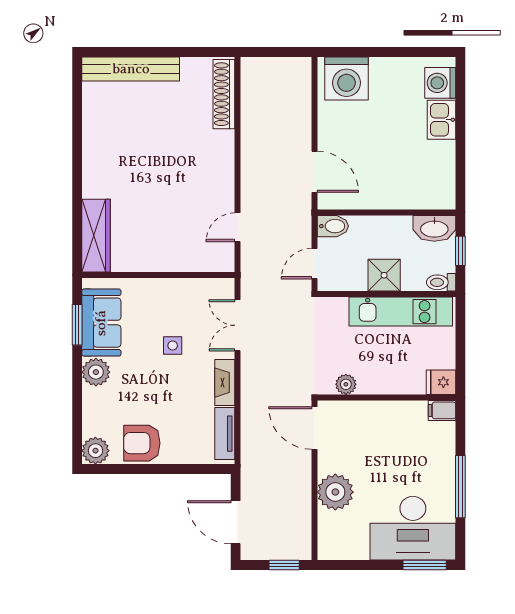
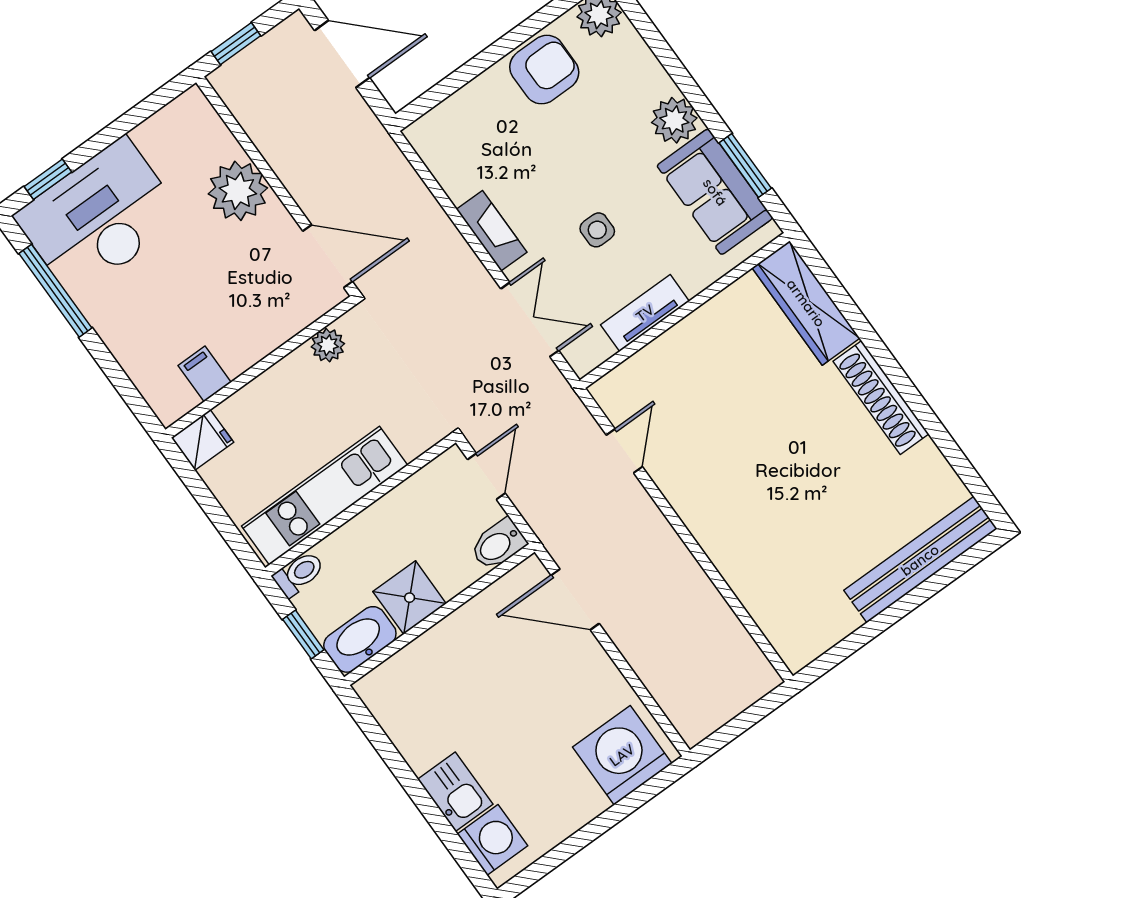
shoe rack: (224, 94) -> (881, 398), moved, turned 180
shower: (384, 275) -> (410, 598), moved
filing cabinet: (442, 410) -> (205, 374), moved, turned -90
tv unit: (225, 434) -> (645, 313), moved, turned -90
window: (460, 487) -> (55, 291), moved
window: (425, 565) -> (48, 179), width x0.67

